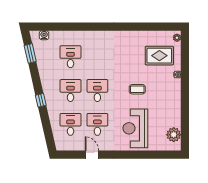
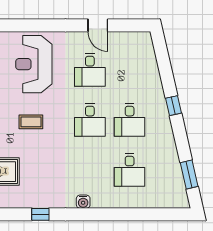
window: (131, 27) -> (40, 214), added
water cooler: (44, 35) -> (83, 202), moved
desk: (70, 124) -> (130, 70), removed
reception desk: (135, 128) -> (34, 64), turned 180

